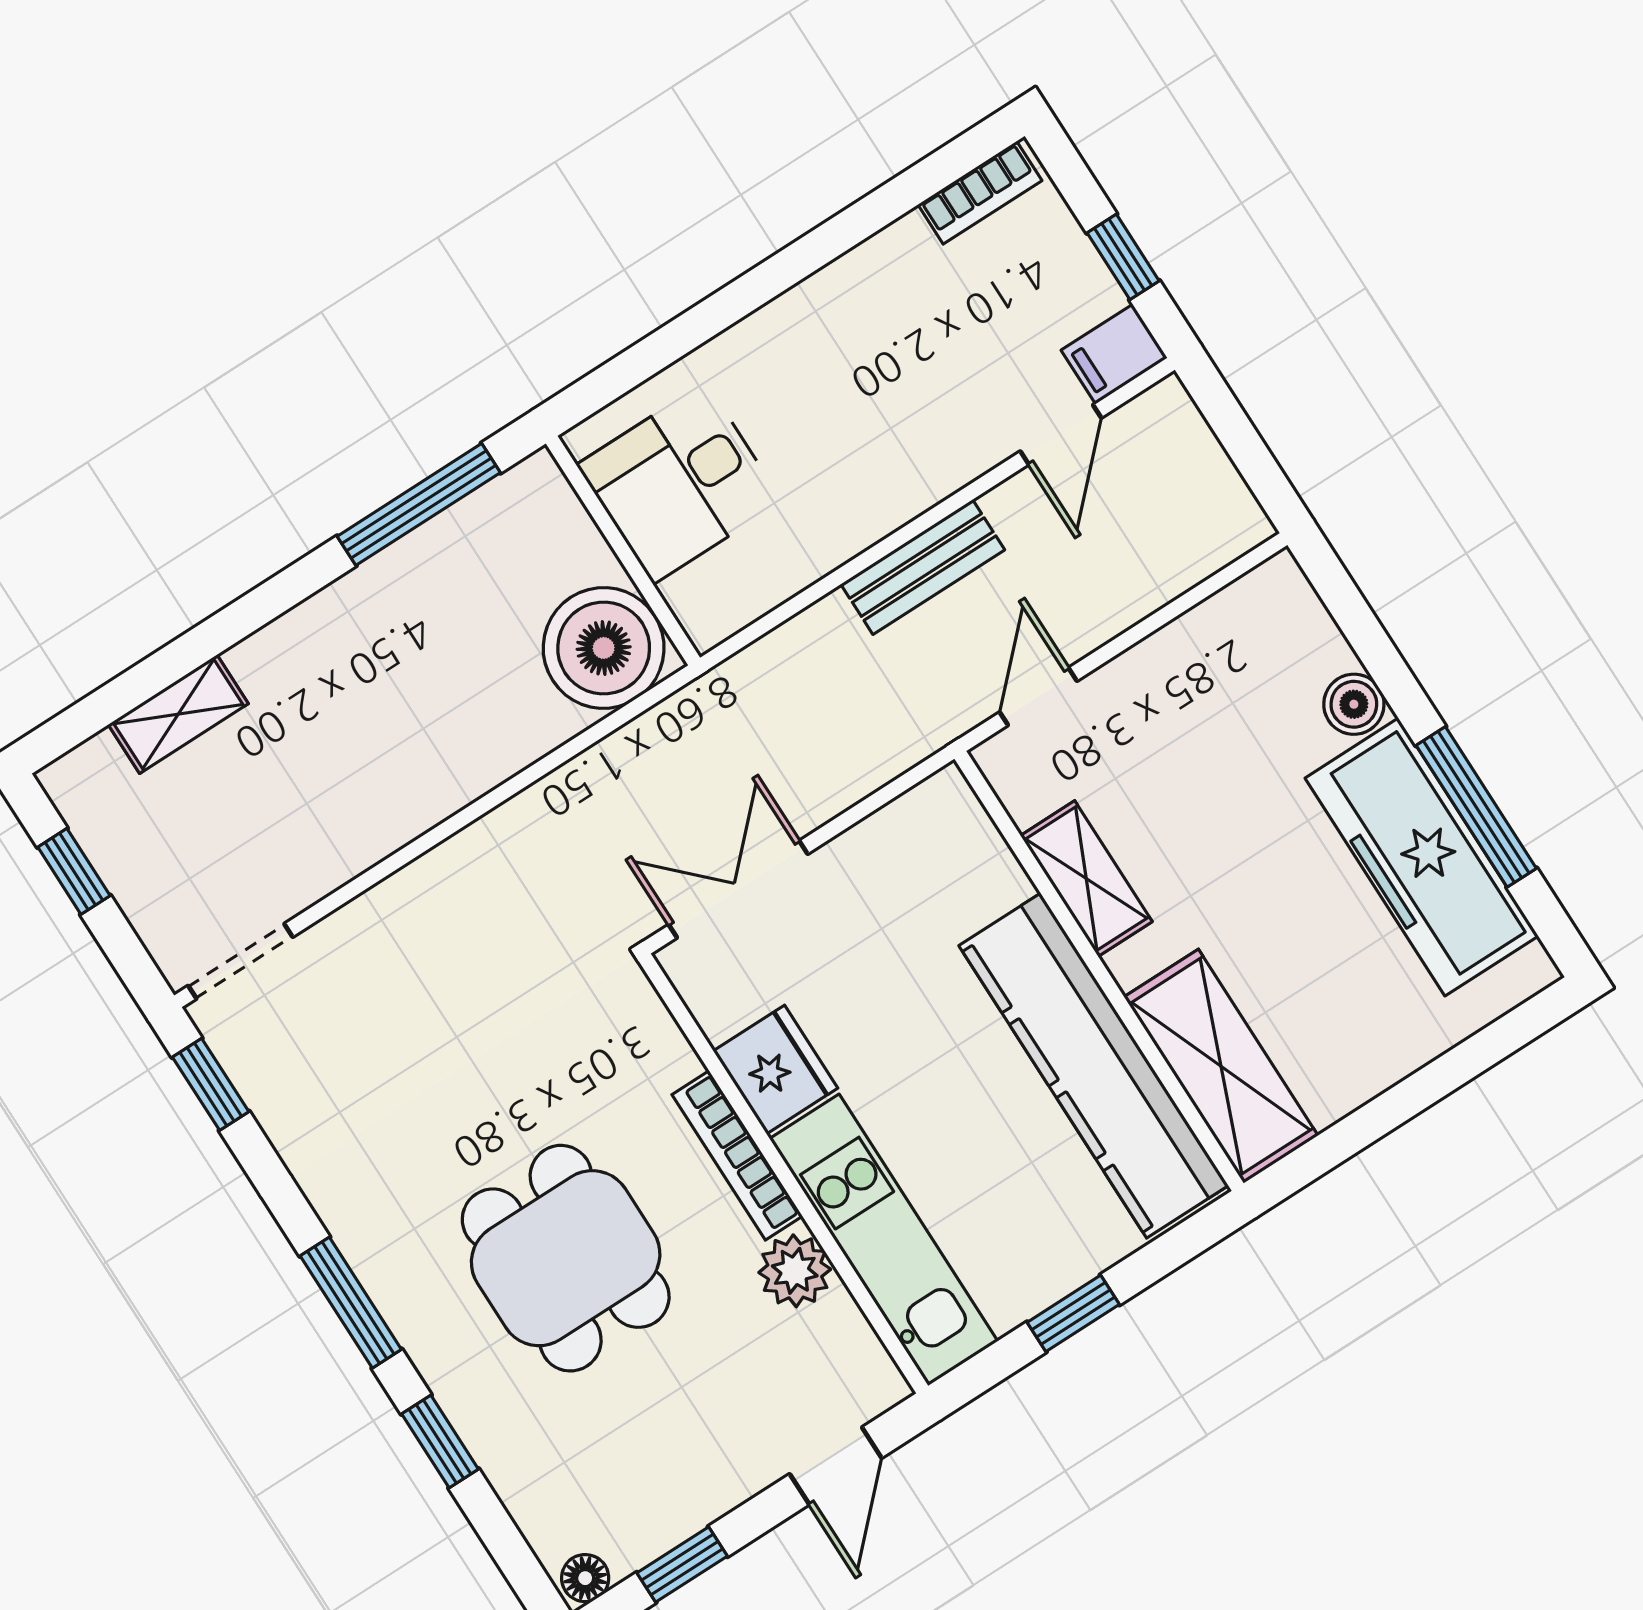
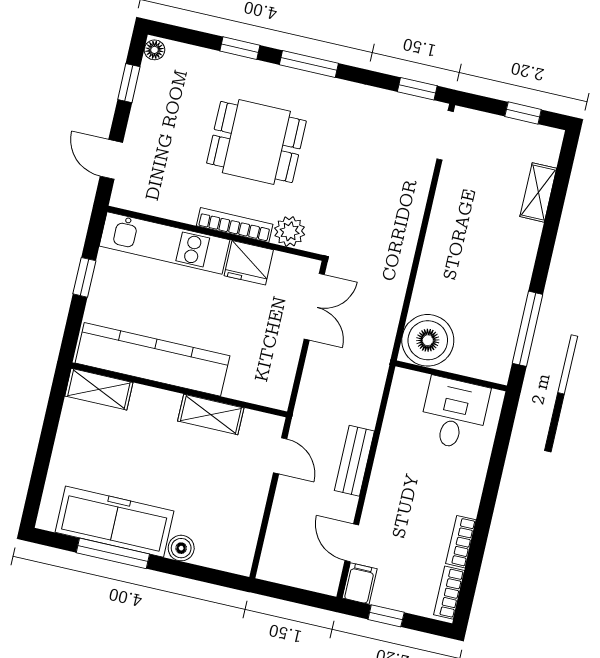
bookcase: (877, 258) -> (461, 542), added
shelving: (1221, 1066) -> (99, 389), width x0.67, depth x0.75
plant: (795, 1271) -> (290, 231), moved

